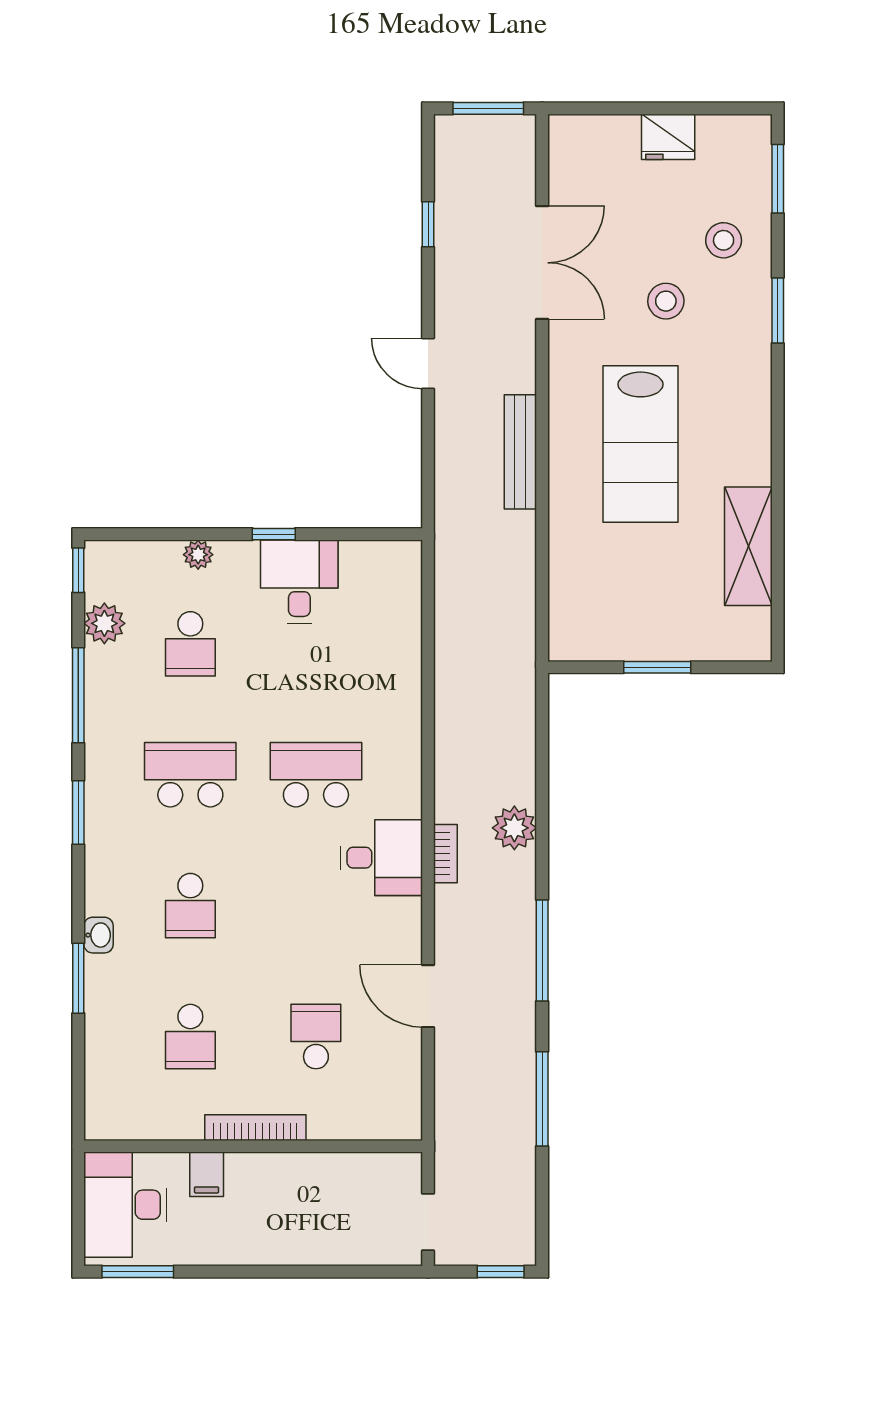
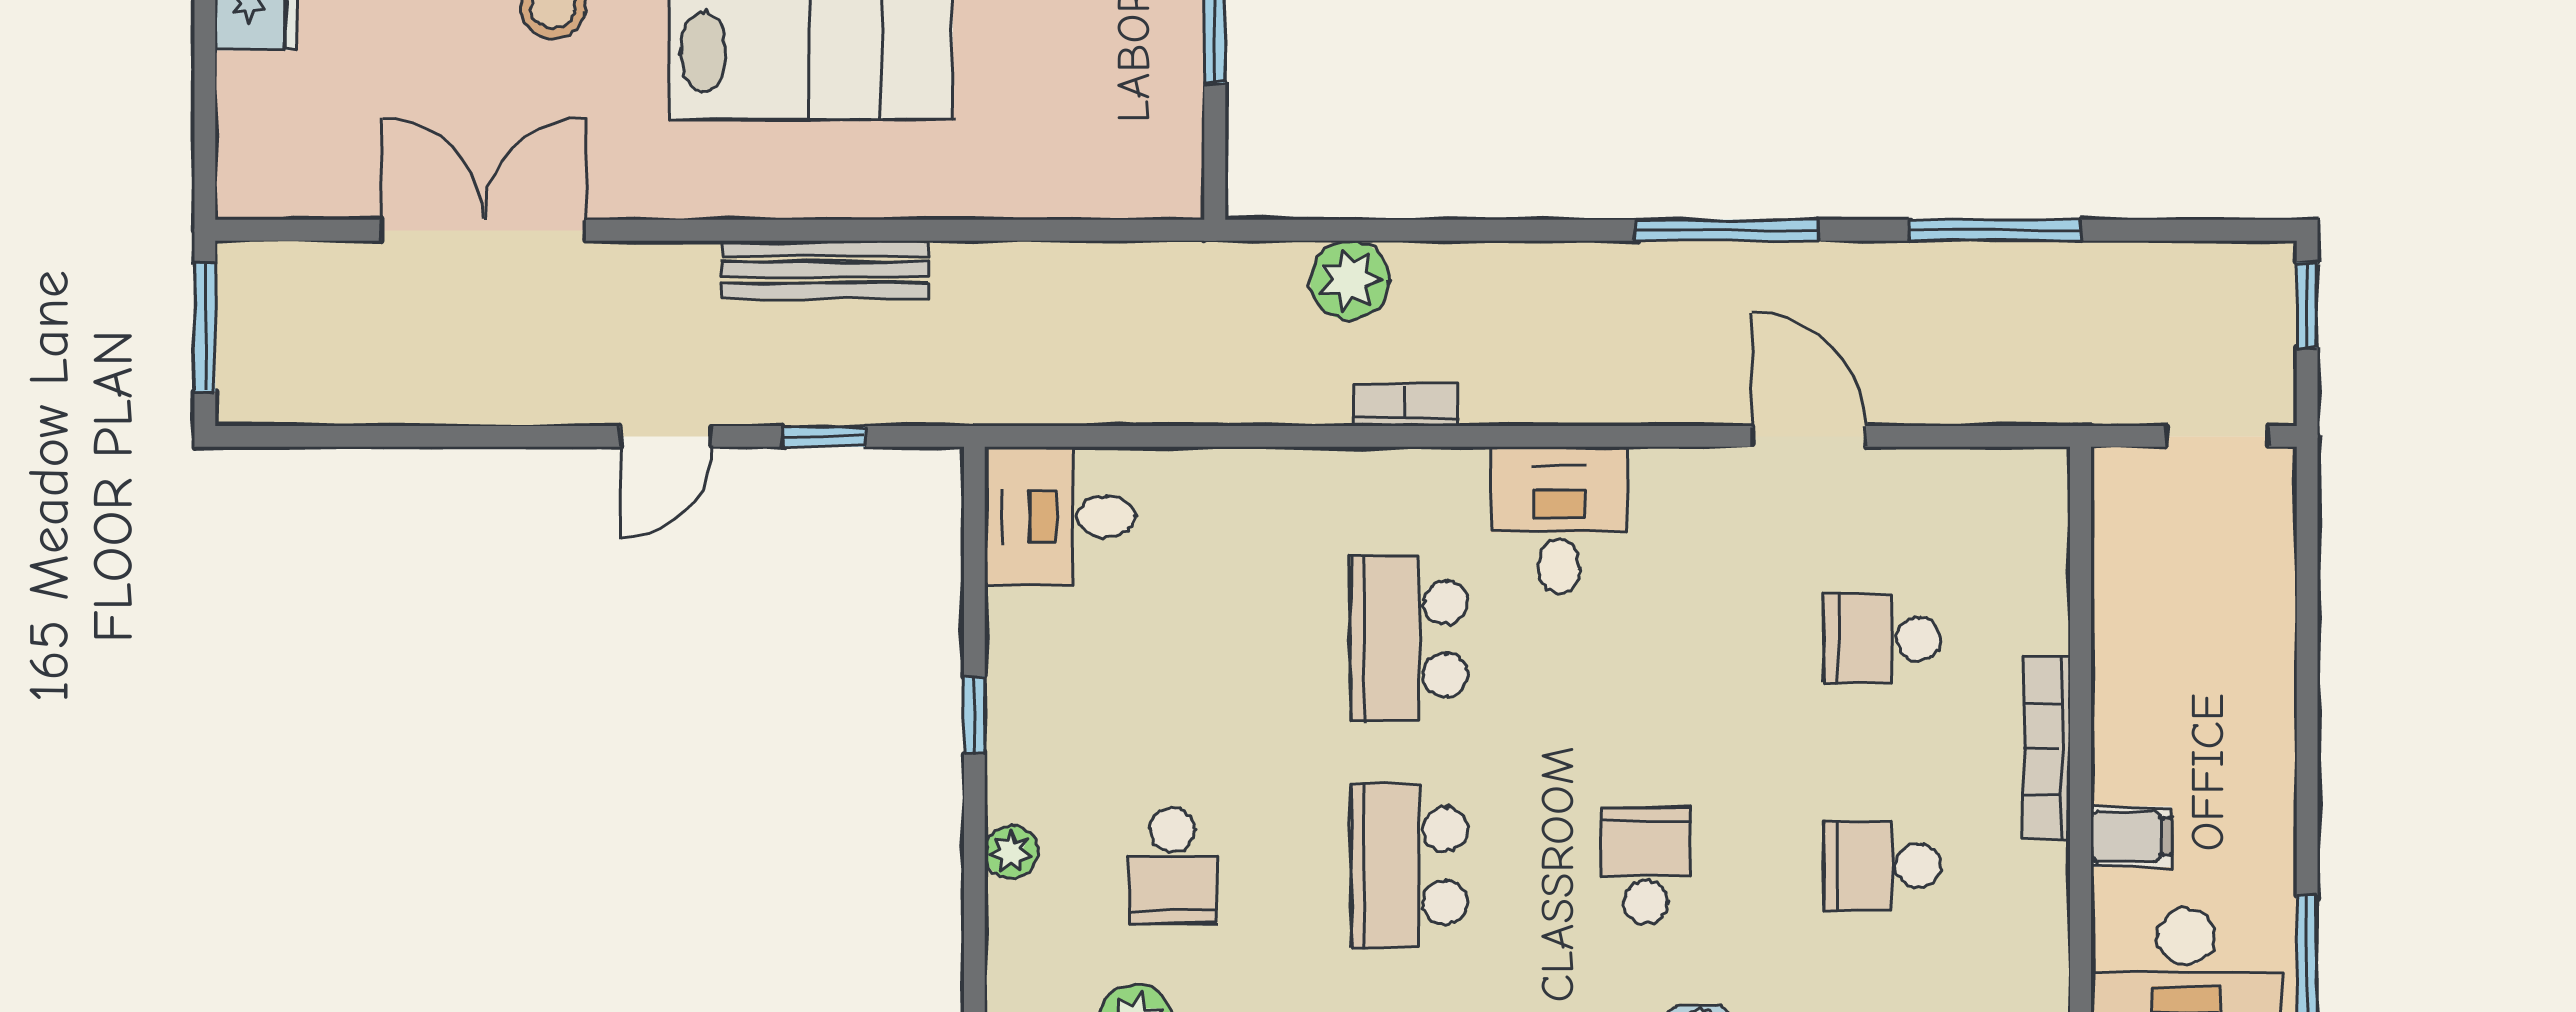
window: (428, 224) -> (824, 436), moved
desk: (299, 582) -> (1060, 516), moved
school desk: (190, 644) -> (1173, 866), turned 90
plant: (514, 828) -> (1350, 280), moved
bookcase: (445, 854) -> (1406, 405), moved
school desk: (190, 906) -> (1646, 866), turned -90
door: (428, 996) -> (1809, 436), swing flipped
school desk: (190, 1037) -> (1882, 866), turned 180

